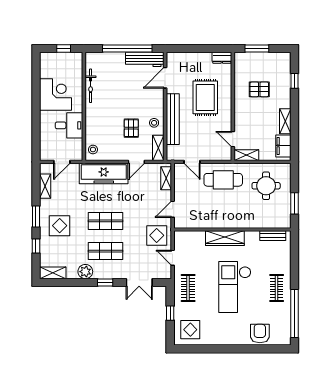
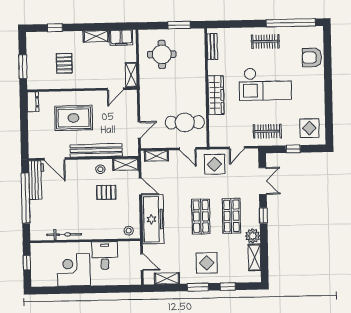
cafe table: (223, 180) -> (185, 122), moved, turned 90
shelving: (53, 273) -> (254, 258), moved

